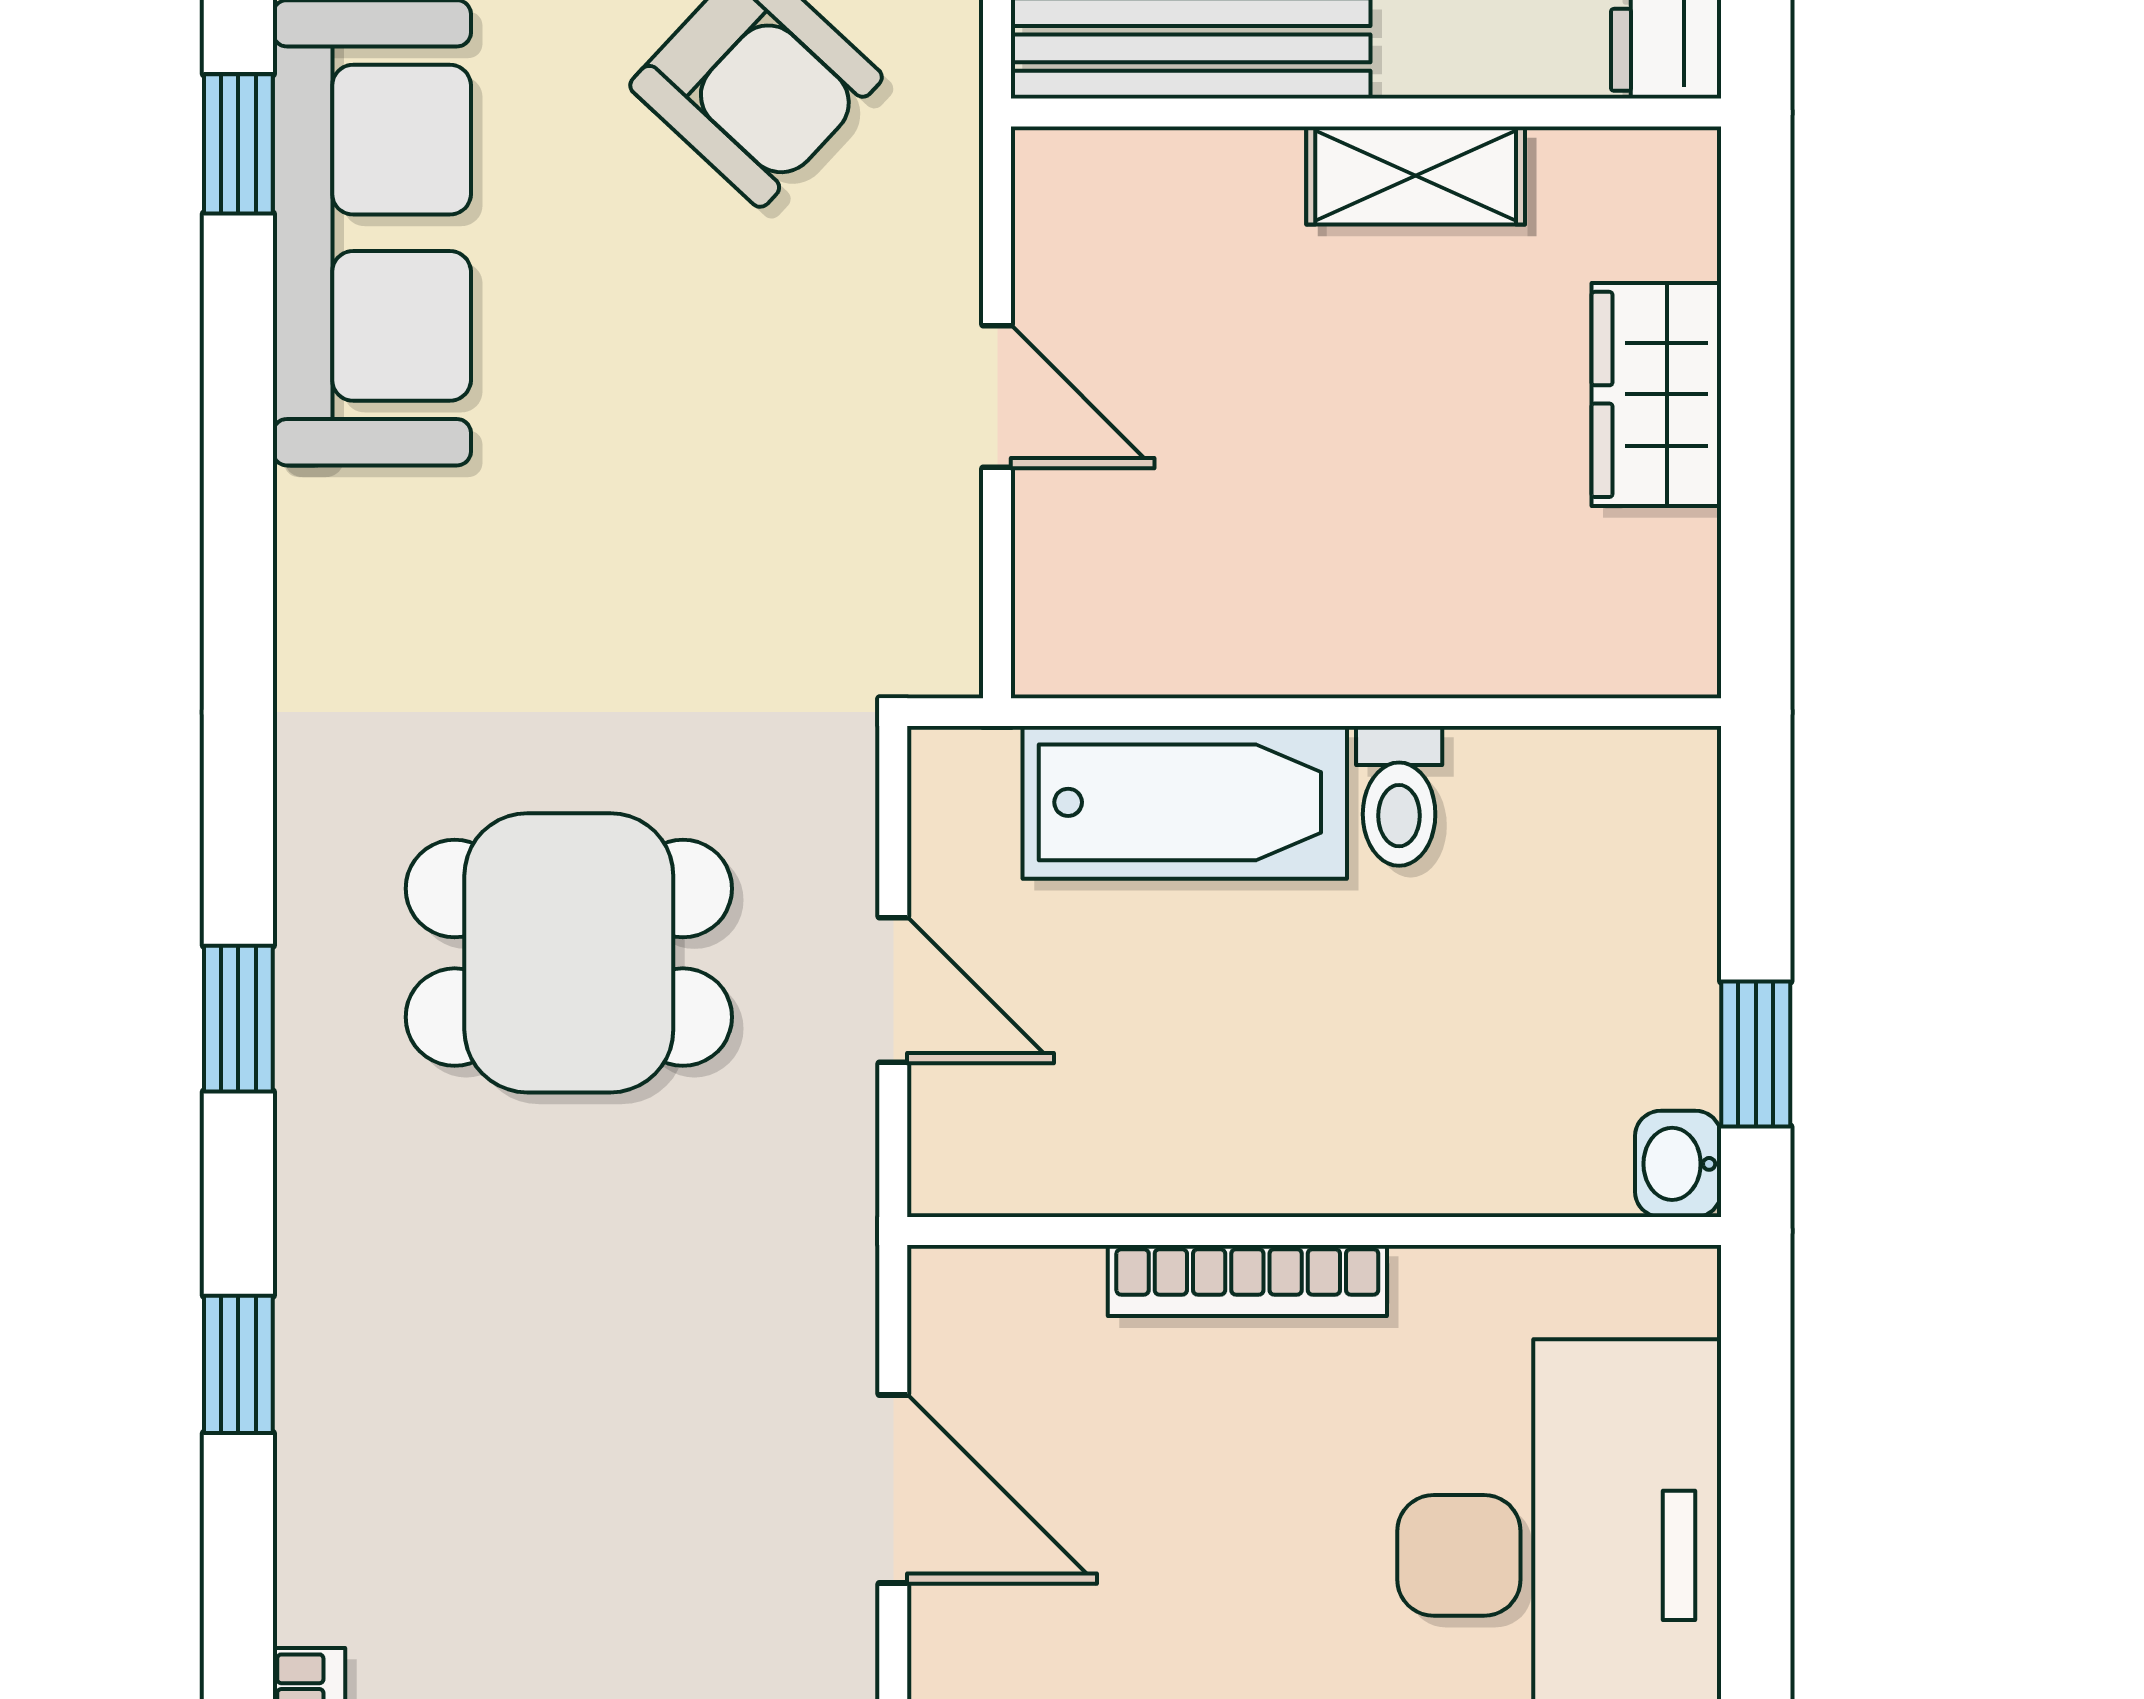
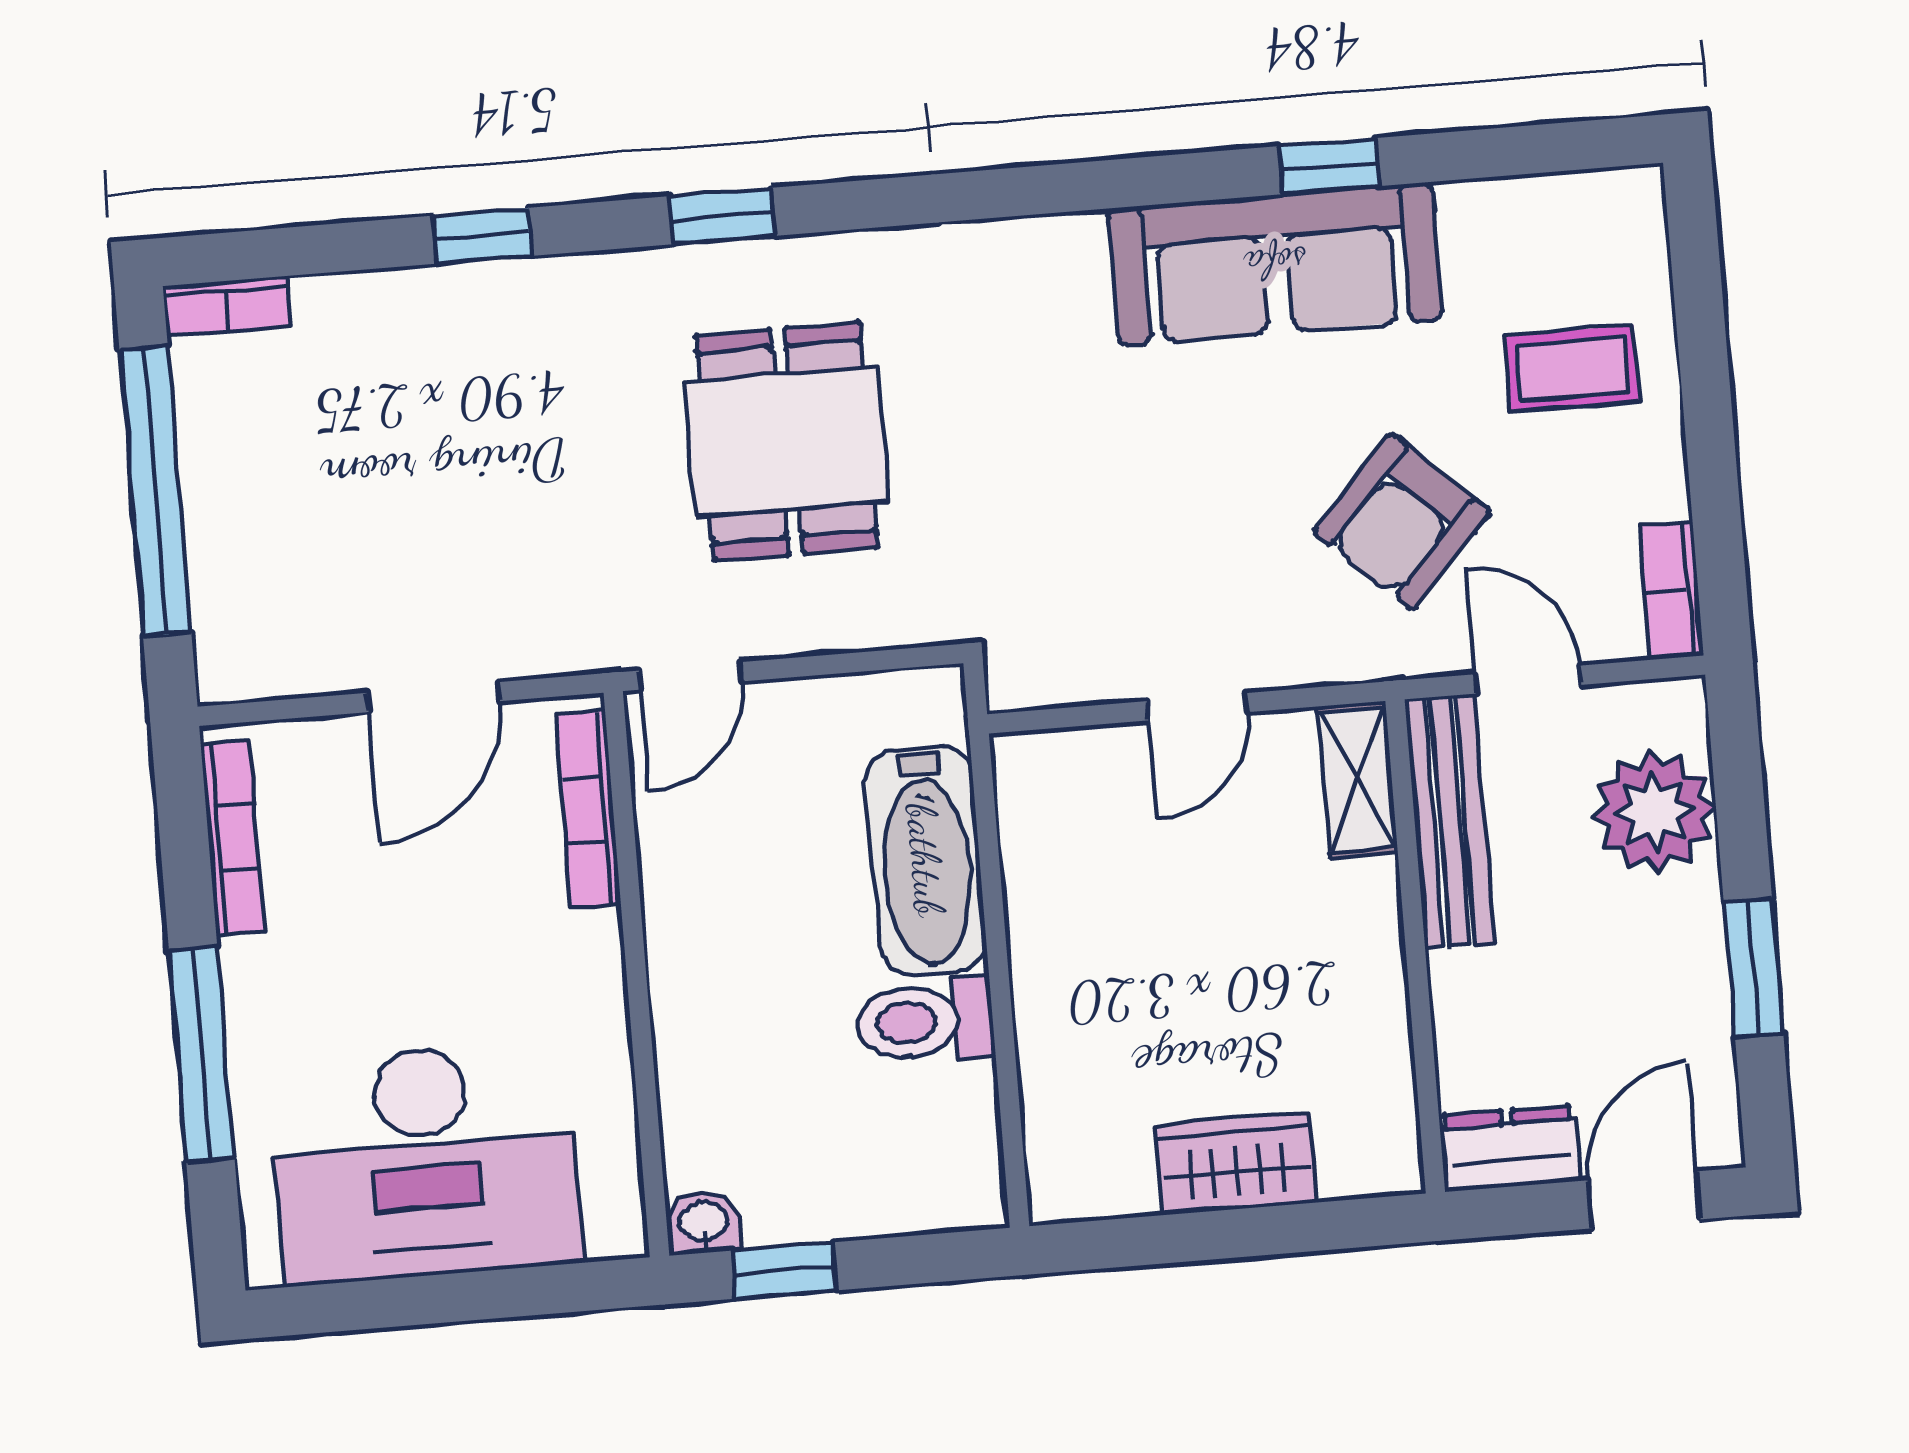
shelving: (1416, 176) -> (1357, 779), moved
toilet: (1399, 796) -> (925, 1021), width x1.37, depth x1.39
door: (893, 990) -> (691, 676), moved
bookcase: (1247, 1281) -> (588, 809), moved

